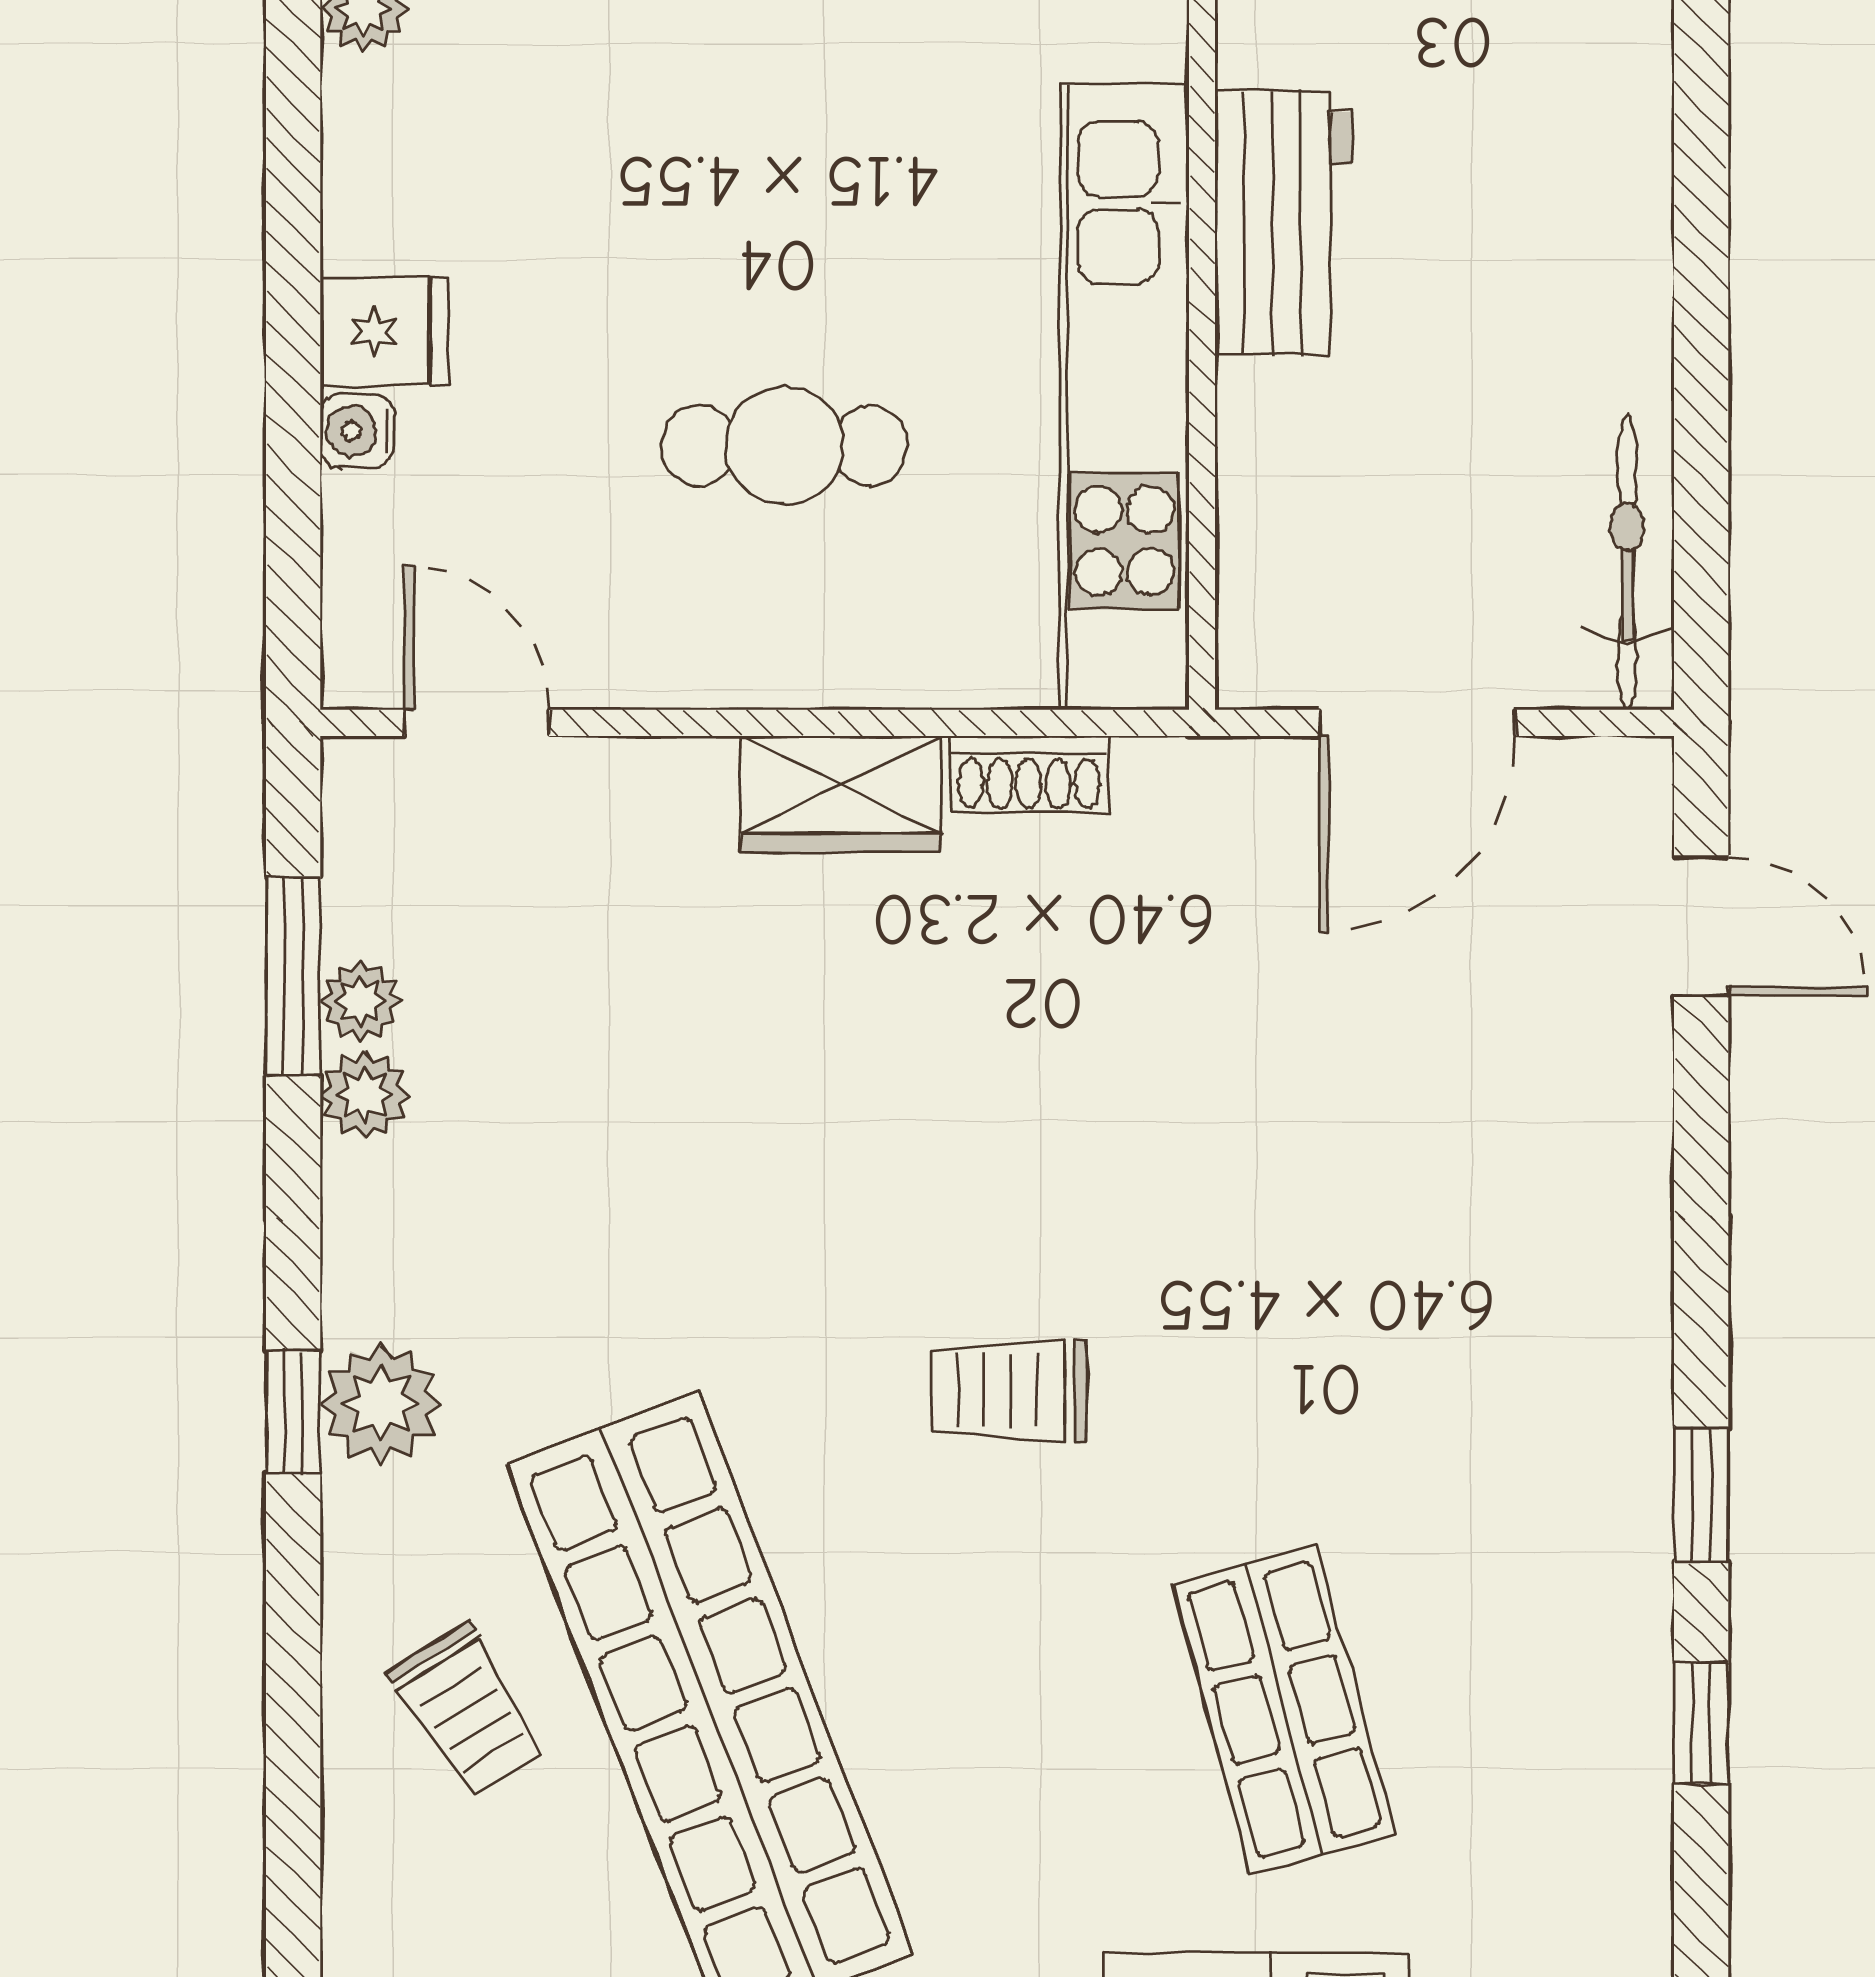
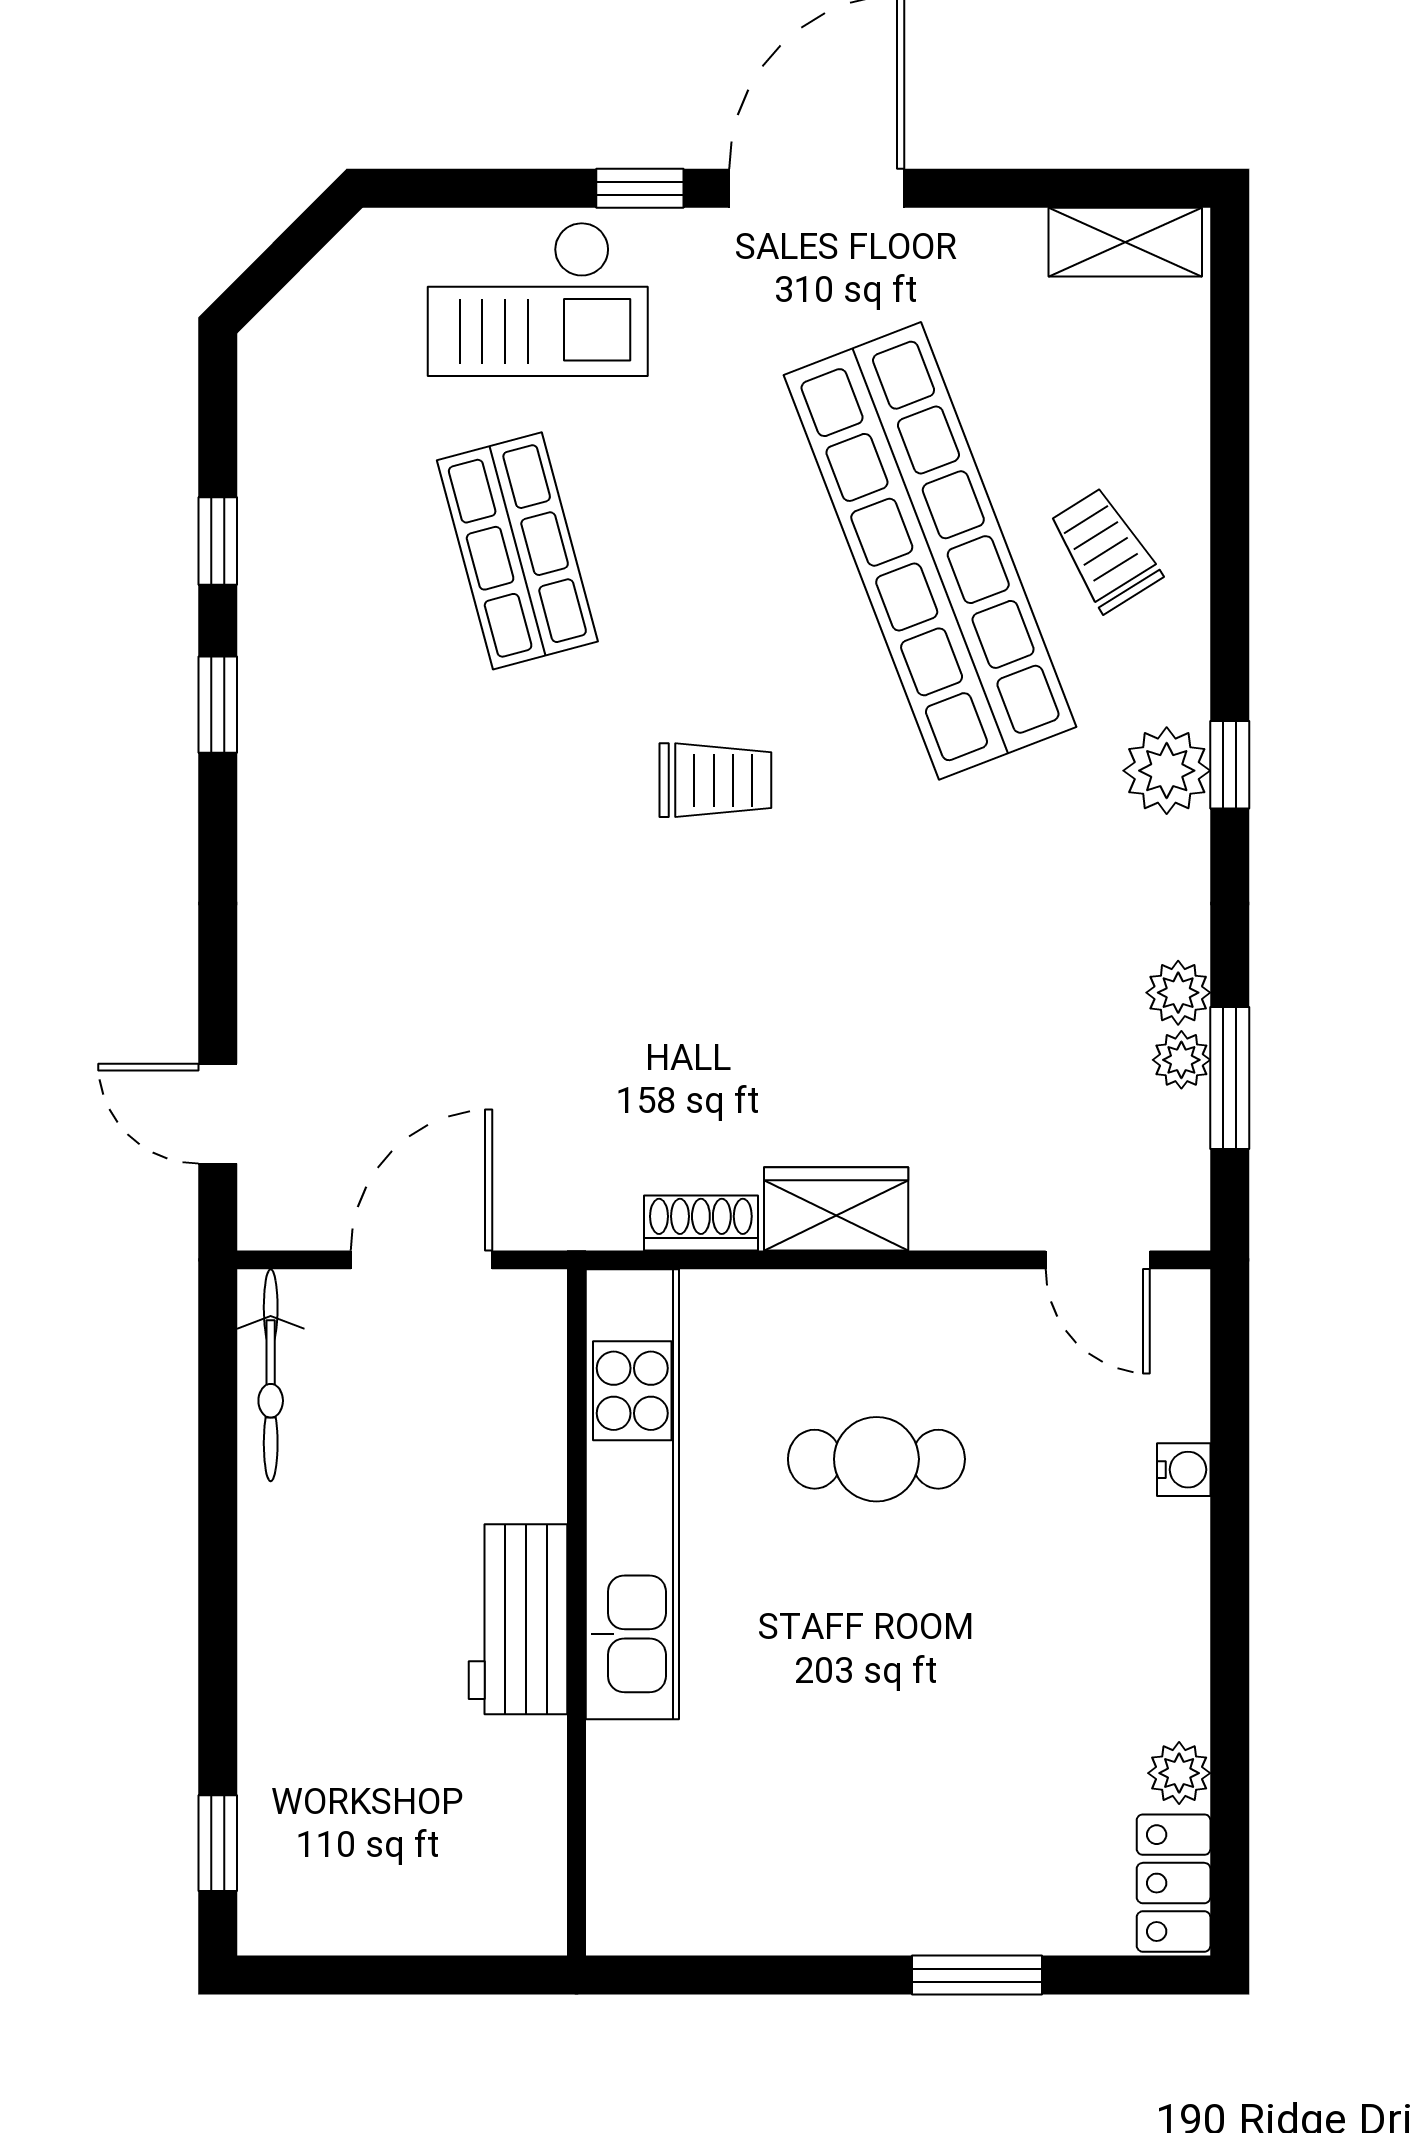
fridge: (384, 332) -> (1164, 1541), removed

